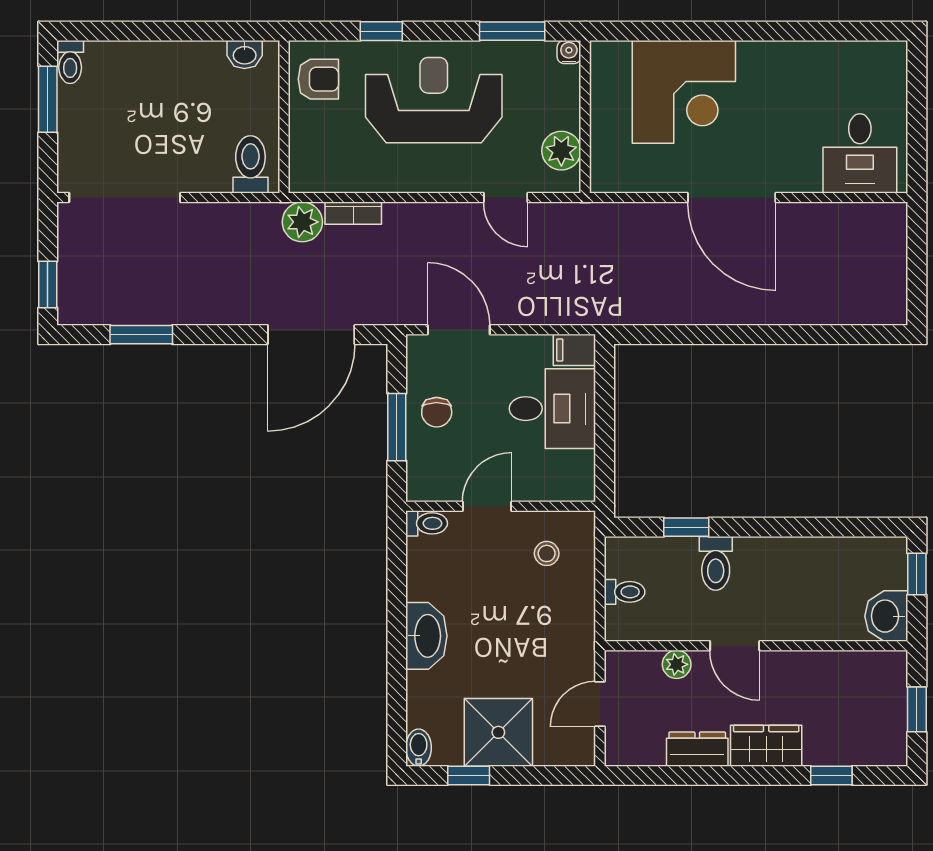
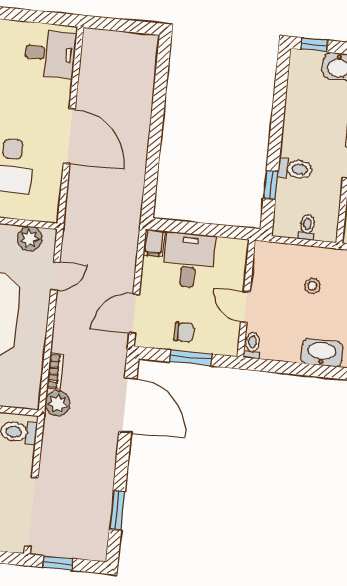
door: (732, 198) -> (69, 136), hinge flipped
window: (48, 285) -> (58, 563), moved
stool: (547, 553) -> (312, 286), moved

